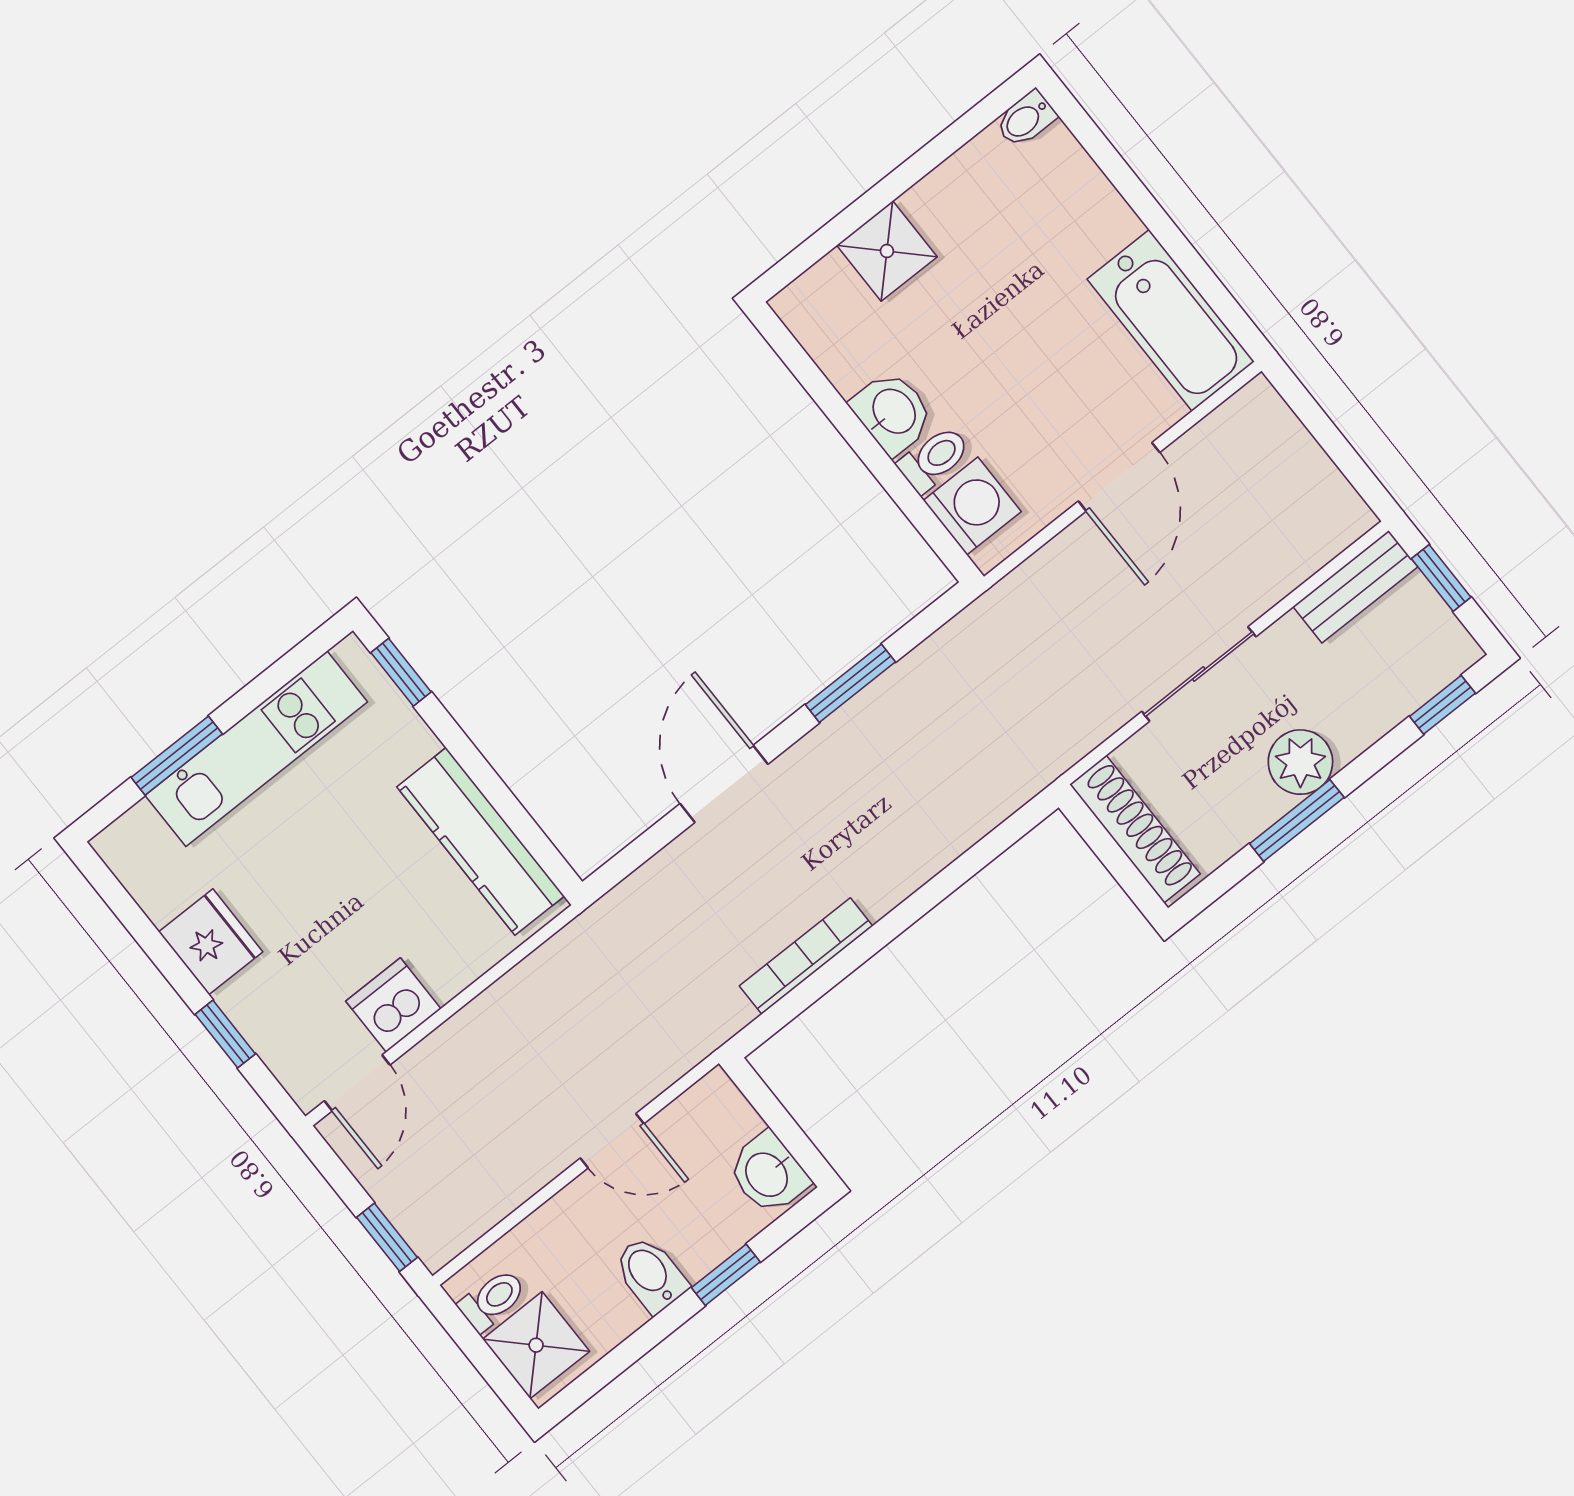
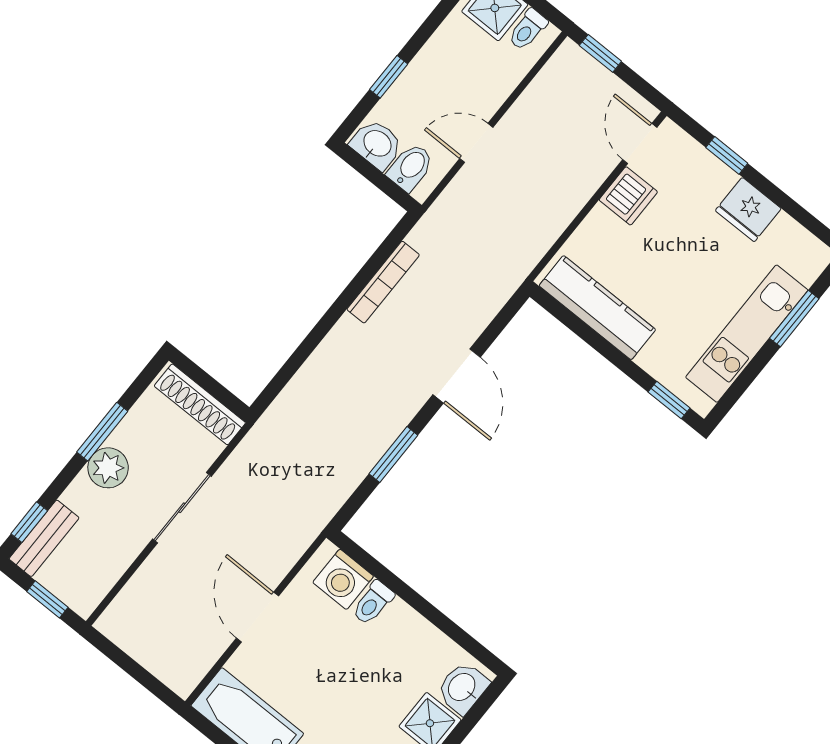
washbasin: (893, 412) -> (463, 688), moved, turned 90
bench: (1355, 587) -> (44, 538), moved
bidet: (651, 1274) -> (411, 167), moved, turned -90

